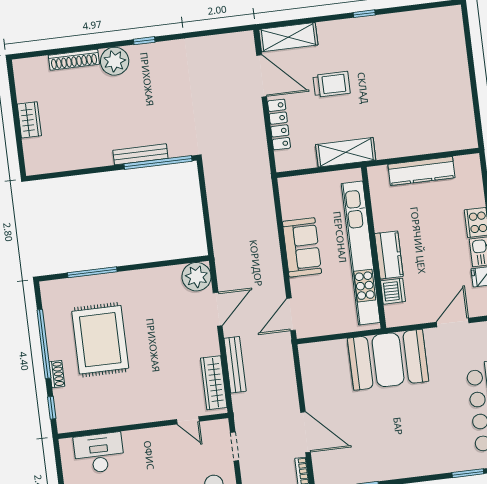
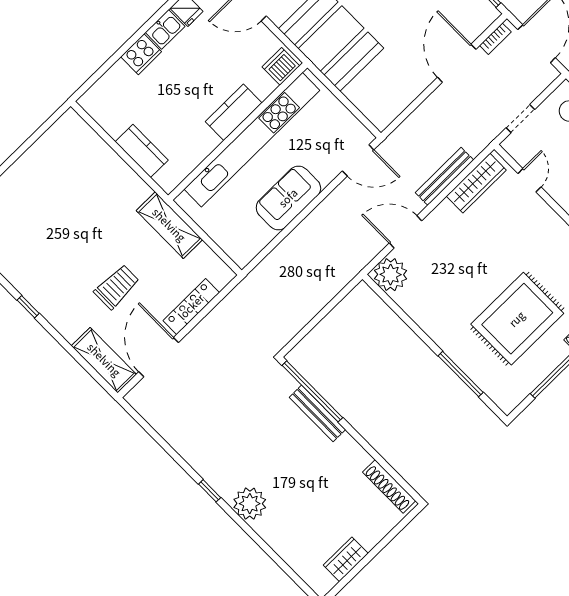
shoe rack: (74, 60) -> (389, 486), moved, turned 180
trolley: (332, 84) -> (117, 287), turned 90
wardrobe: (29, 120) -> (346, 559), moved
kitchen counter: (421, 171) -> (142, 151), width x0.67
dishwasher: (393, 291) -> (281, 66), moved

